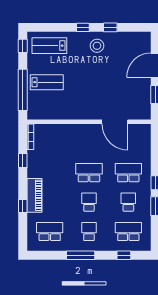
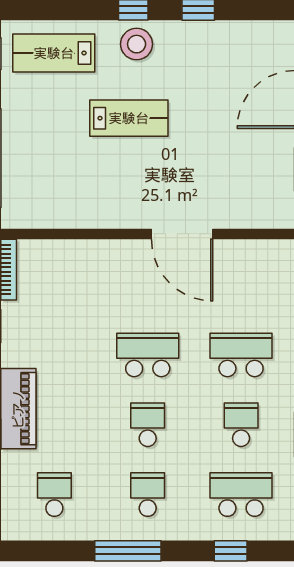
stool: (97, 46) -> (137, 44), moved
lab bench: (47, 82) -> (129, 118), moved
door: (115, 122) -> (182, 234), moved
school desk: (50, 231) -> (54, 495), width x0.54

